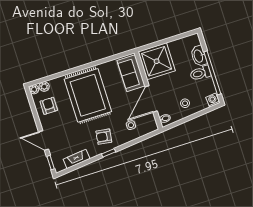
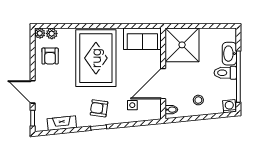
sofa: (131, 73) -> (142, 39), moved, turned -90
armchair: (49, 106) -> (50, 56), turned 180

